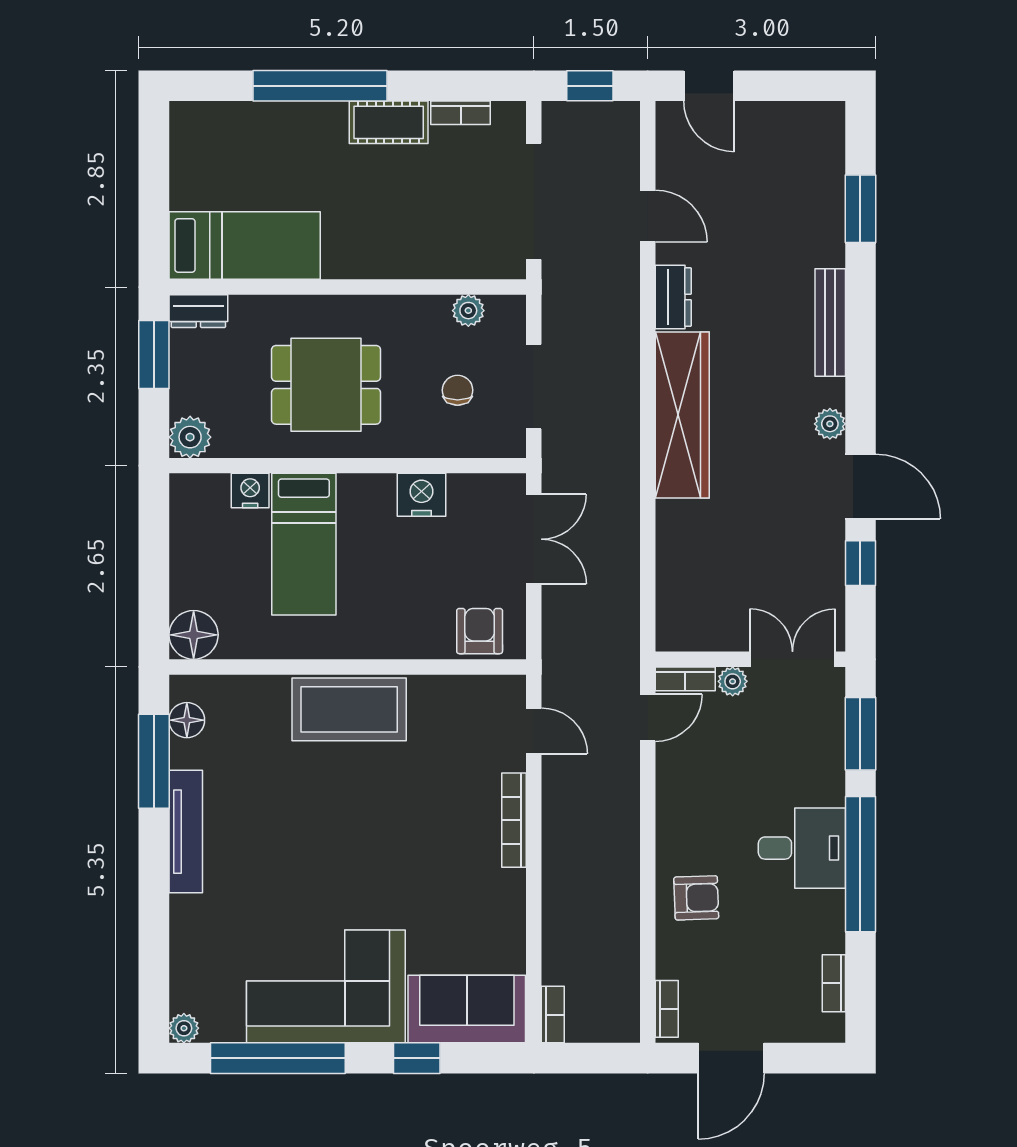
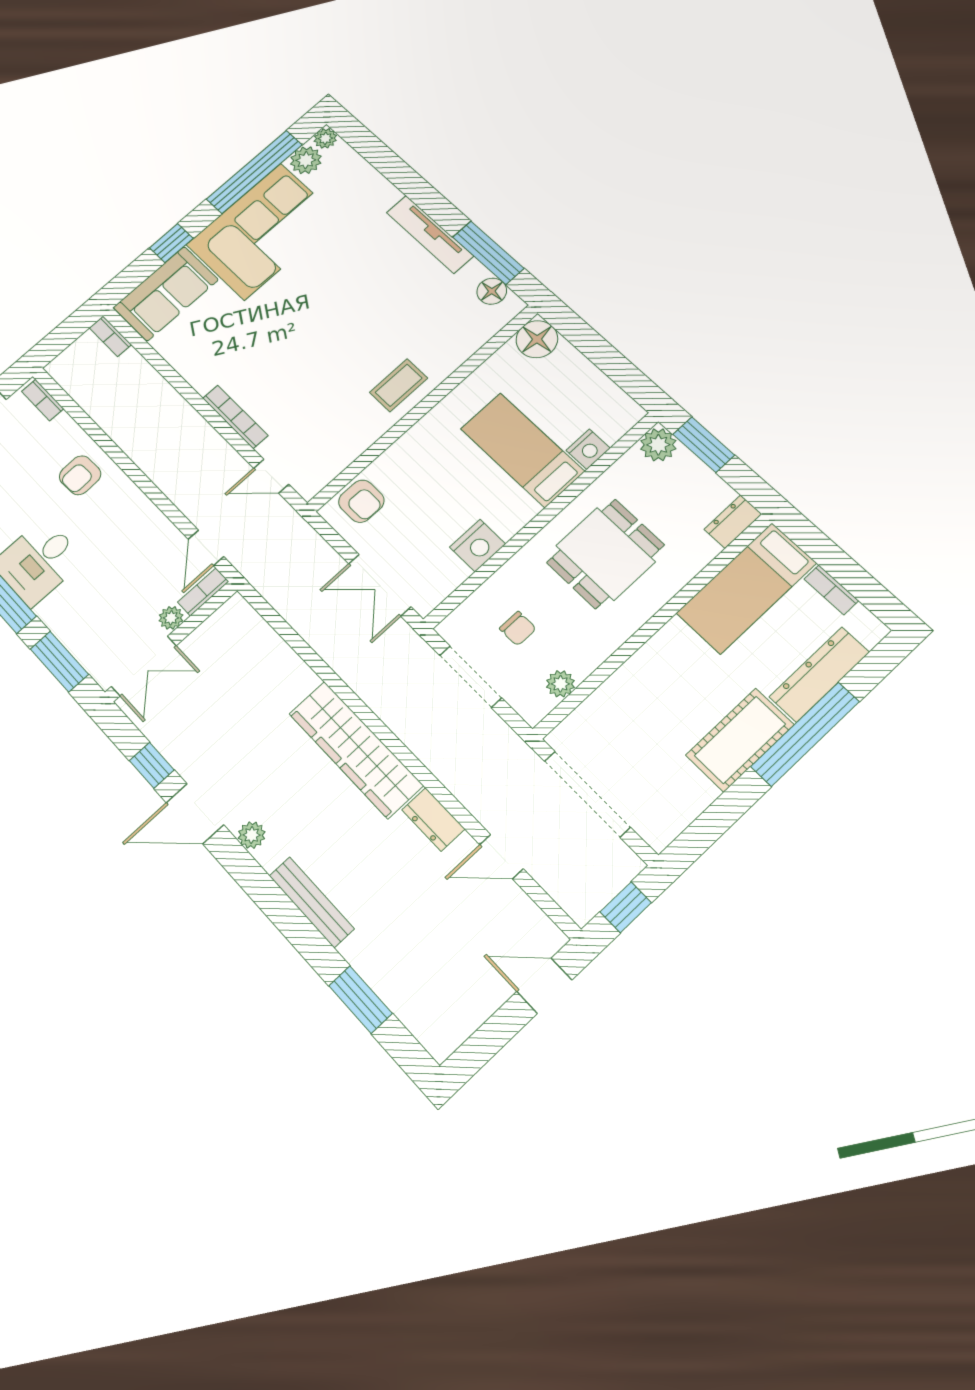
bookcase: (461, 113) -> (831, 590), moved, turned -90
dresser: (261, 121) -> (819, 674), added
cot: (389, 122) -> (740, 740), width x1.37, depth x1.34
window: (154, 355) -> (704, 445), moved
coffee table: (349, 709) -> (399, 385), width x0.54, depth x0.58
plant: (222, 1023) -> (306, 160), added

